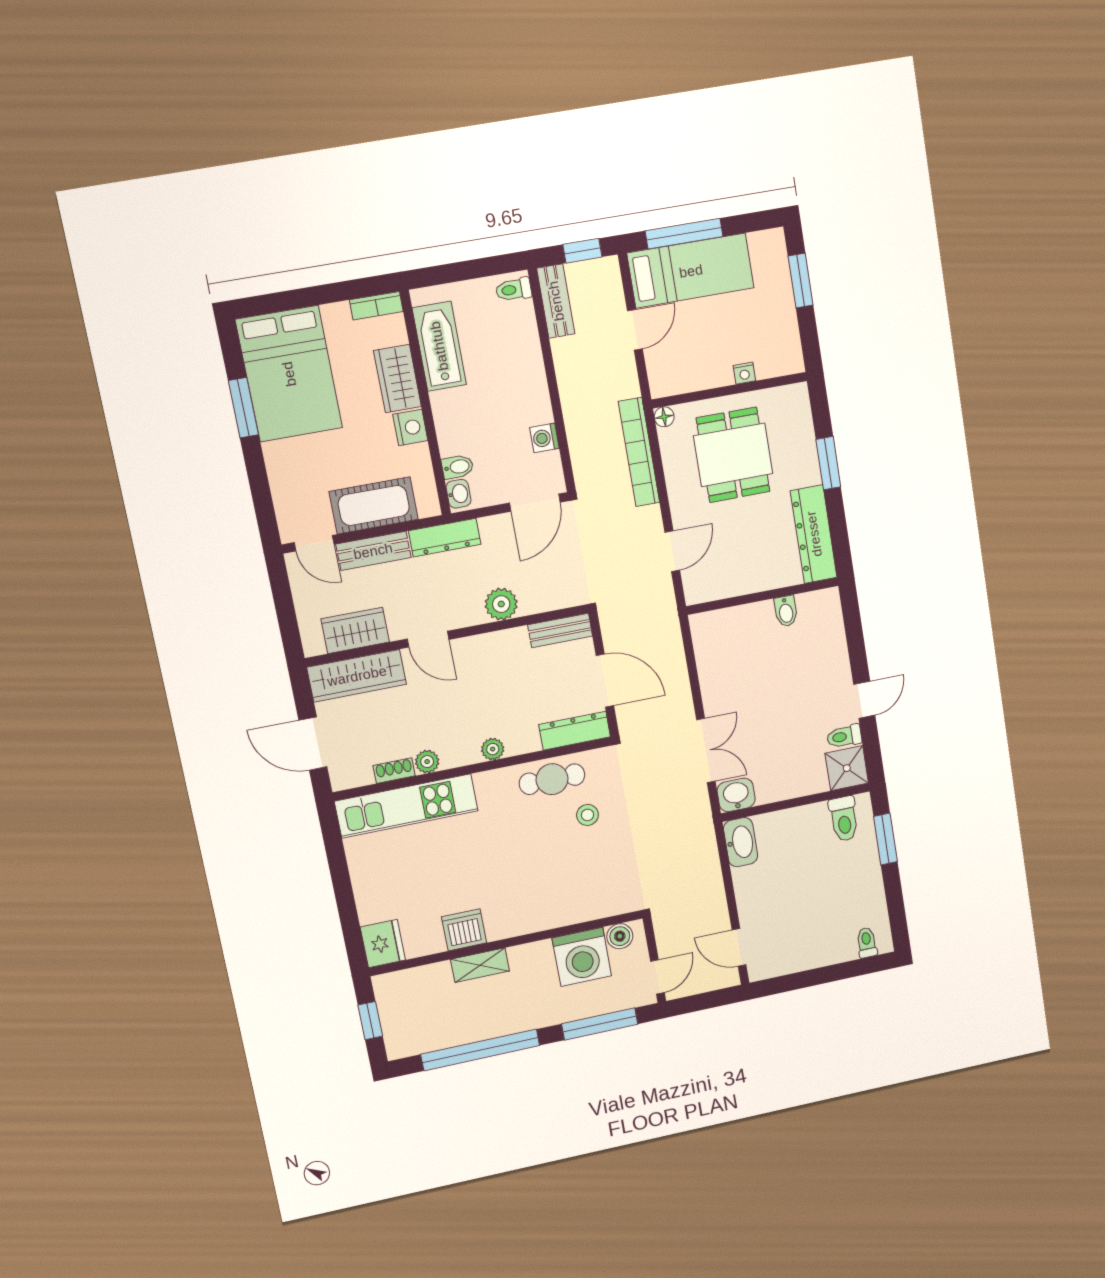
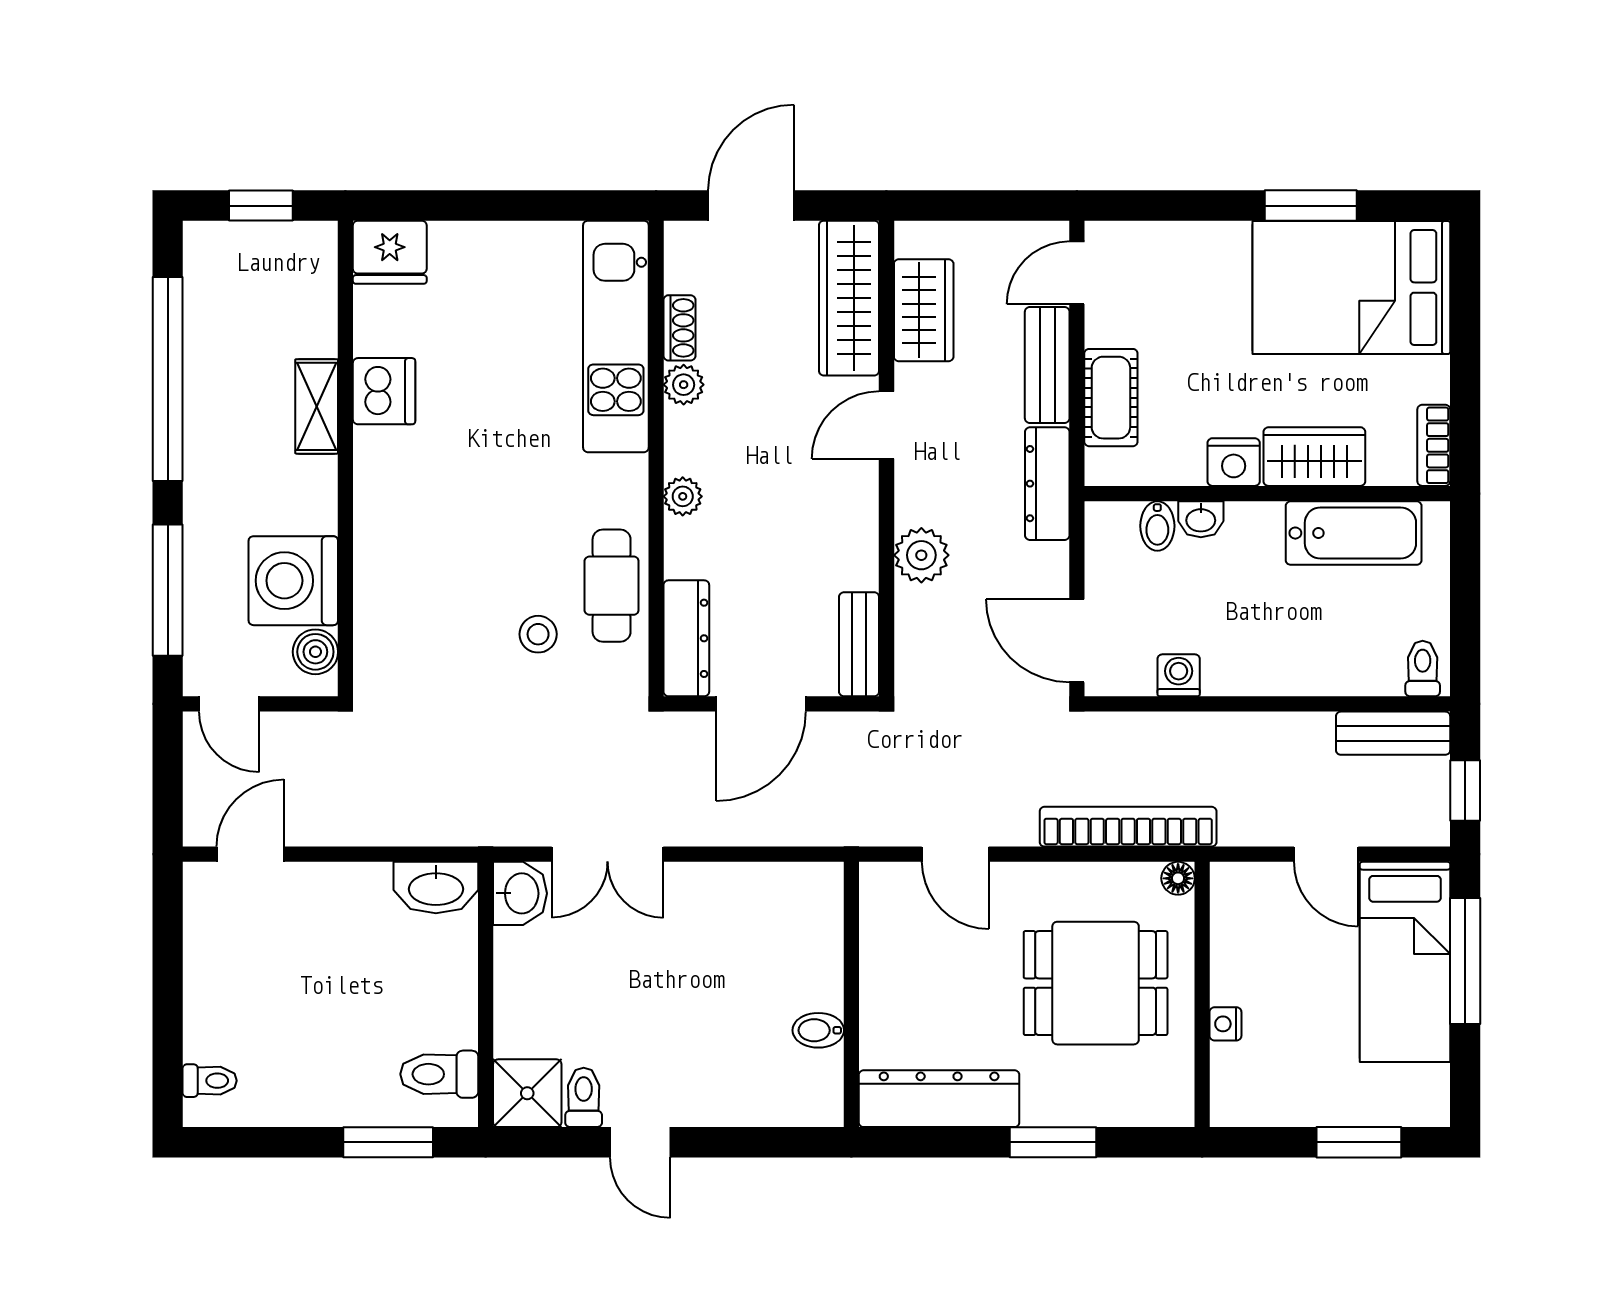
washbasin: (458, 494) -> (1201, 519), moved
cot: (374, 505) -> (1111, 398), width x0.73, depth x0.75

